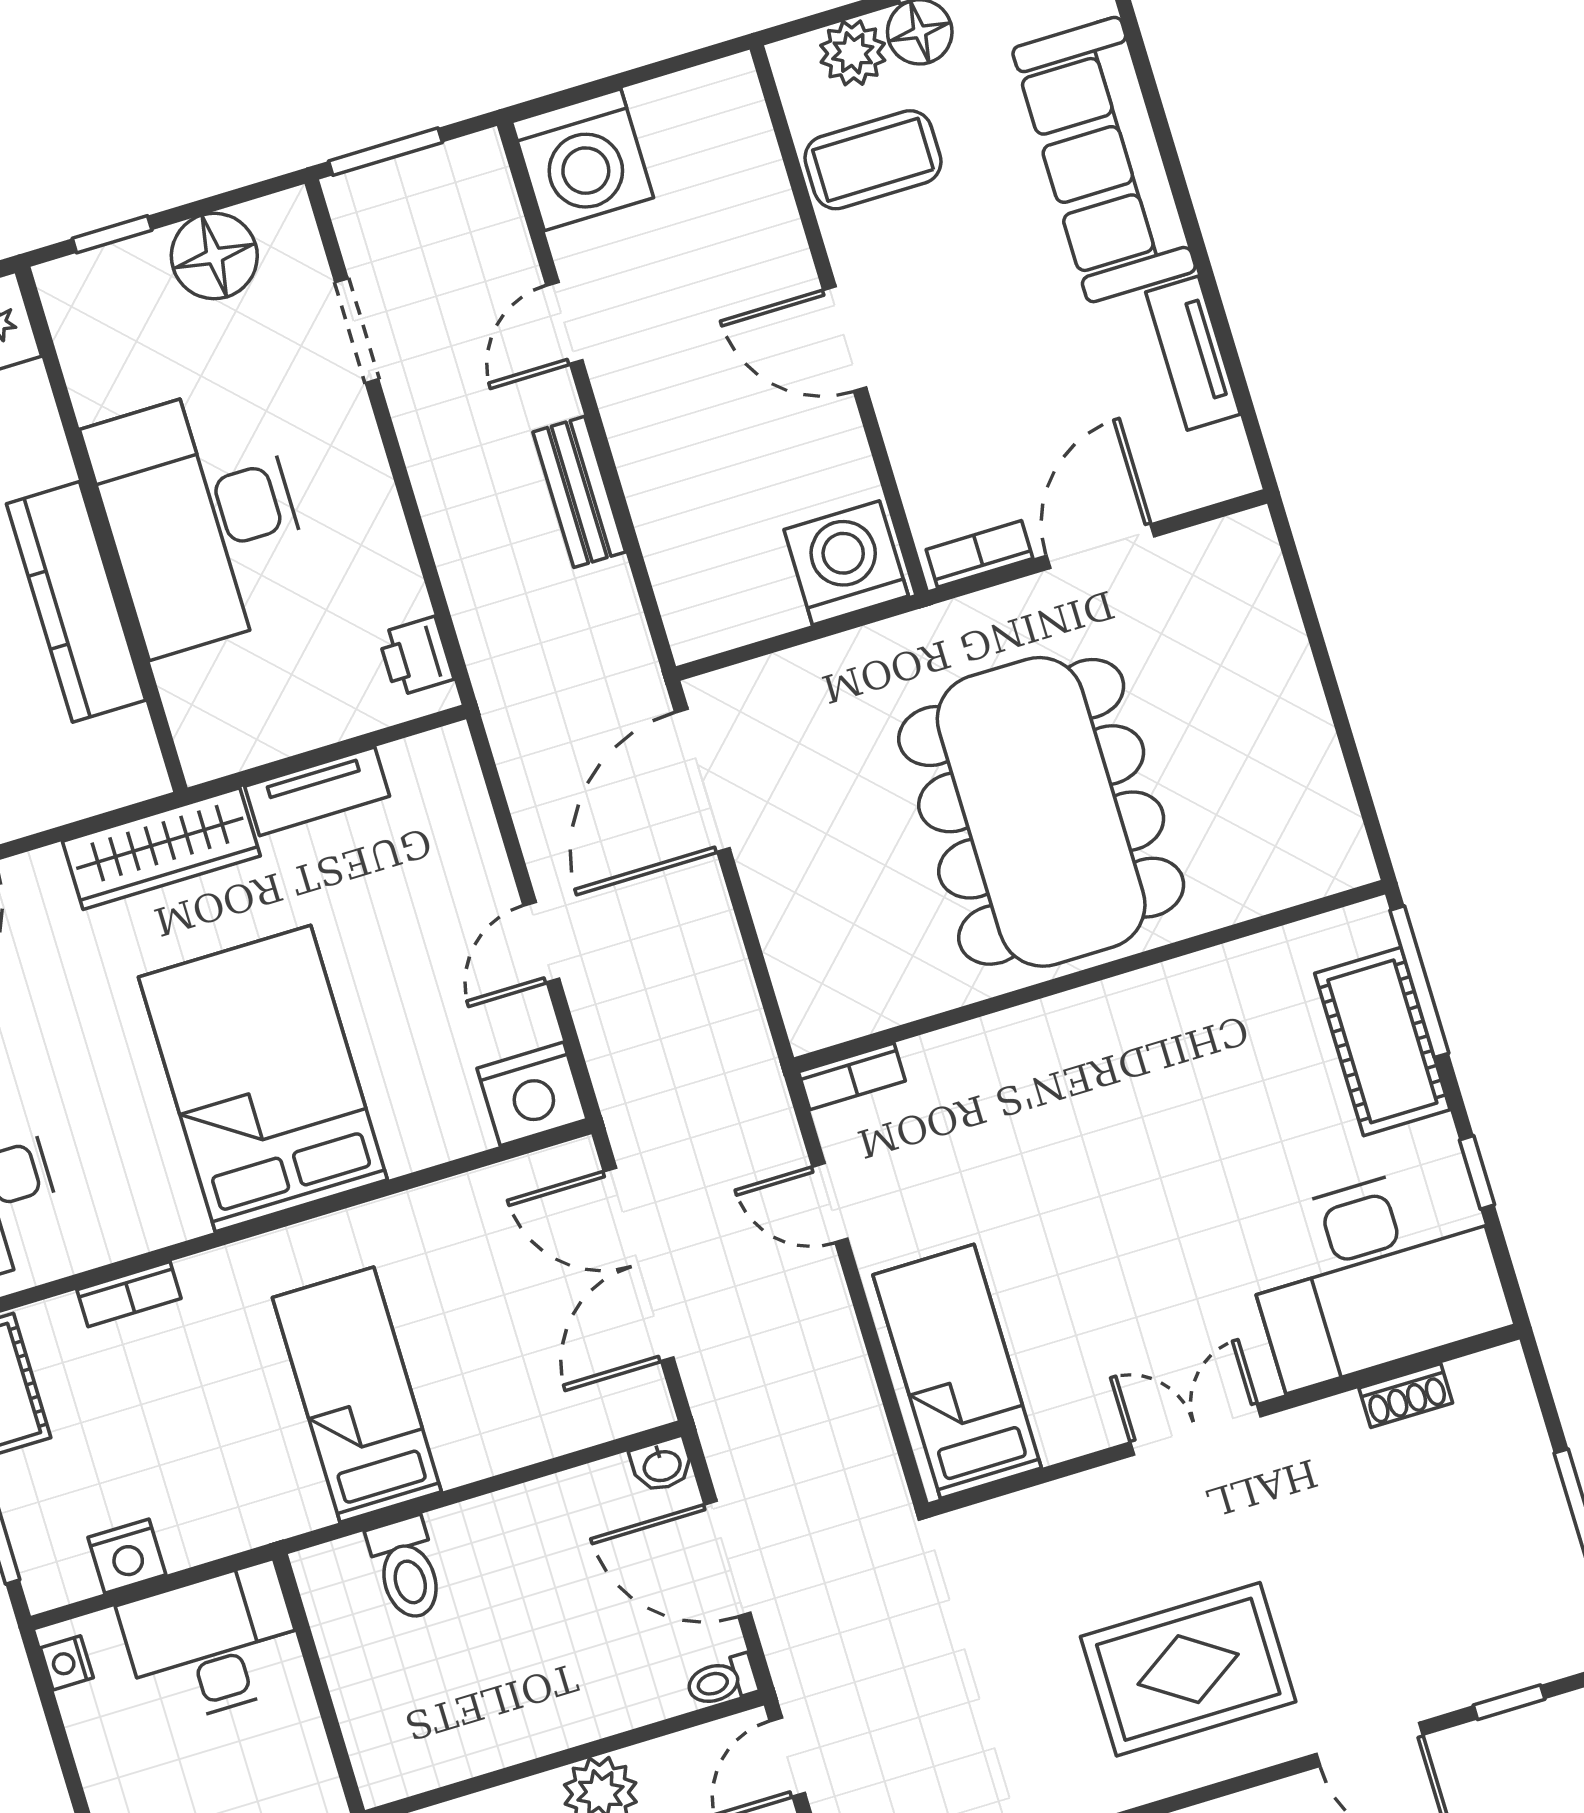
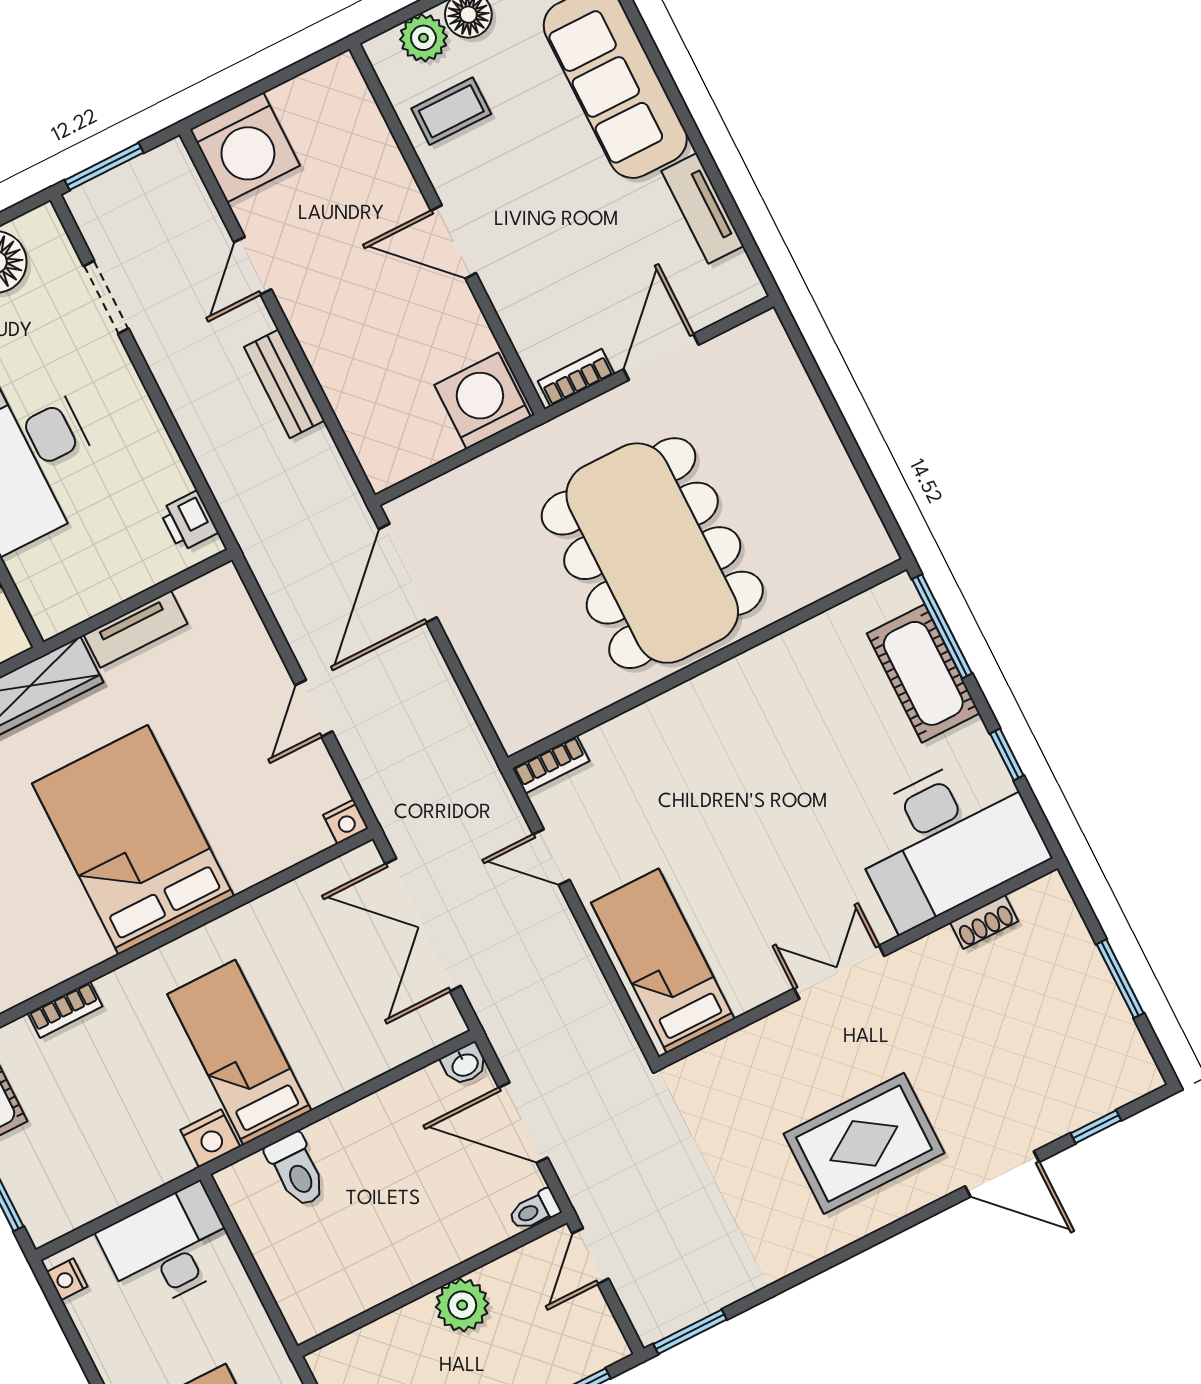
coffee table: (873, 160) -> (451, 111), width x0.73, depth x0.77
nightstand: (532, 1094) -> (346, 822), width x0.53, depth x0.56
nightstand: (127, 1556) -> (210, 1138), moved

